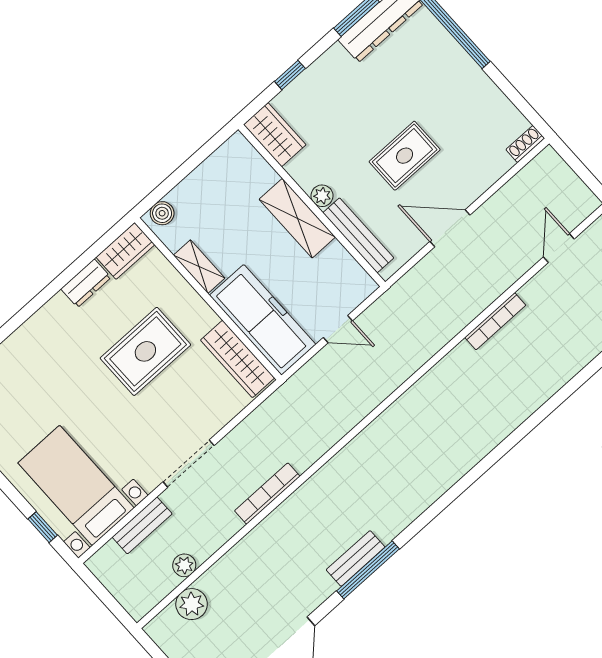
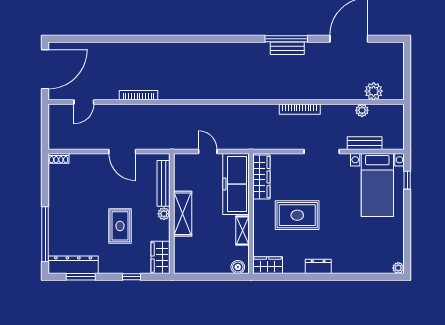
rug: (405, 156) -> (120, 226), moved, turned 90
dresser: (86, 283) -> (318, 266), moved

